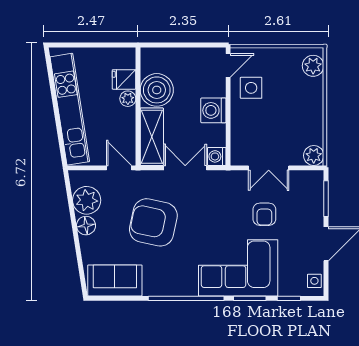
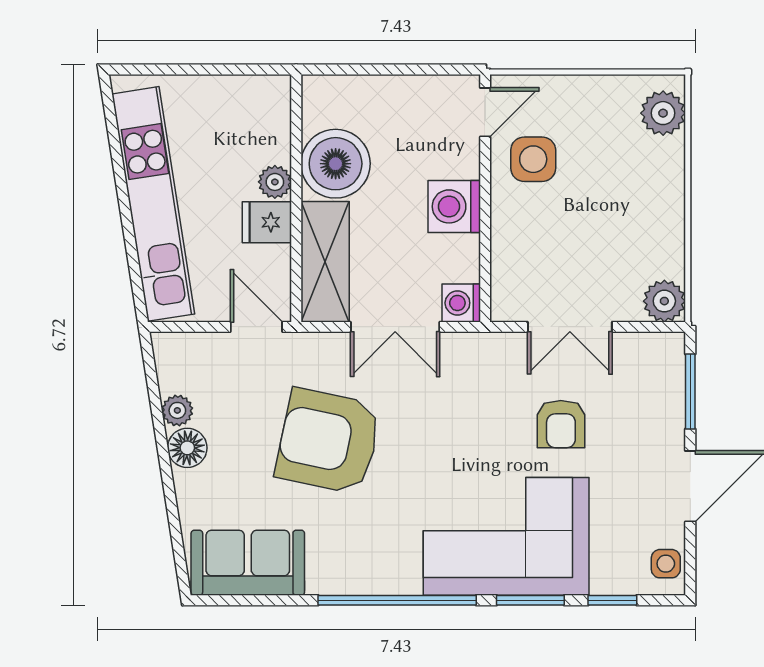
fridge: (124, 79) -> (267, 222), moved
double door: (185, 168) -> (395, 327), swing flipped
plant: (87, 200) -> (177, 410), width x0.53, depth x0.53

